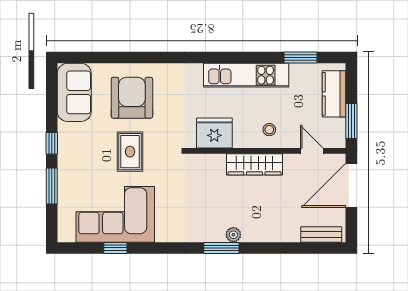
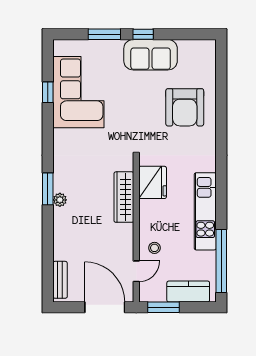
window: (301, 58) -> (221, 261), width x2.11
sofa: (74, 92) -> (151, 55), moved
armchair: (132, 98) -> (185, 107), turned 90
stool: (269, 130) -> (154, 248), moved
rug: (130, 152) -> (136, 106), removed
wardrobe: (254, 164) -> (124, 197), moved

